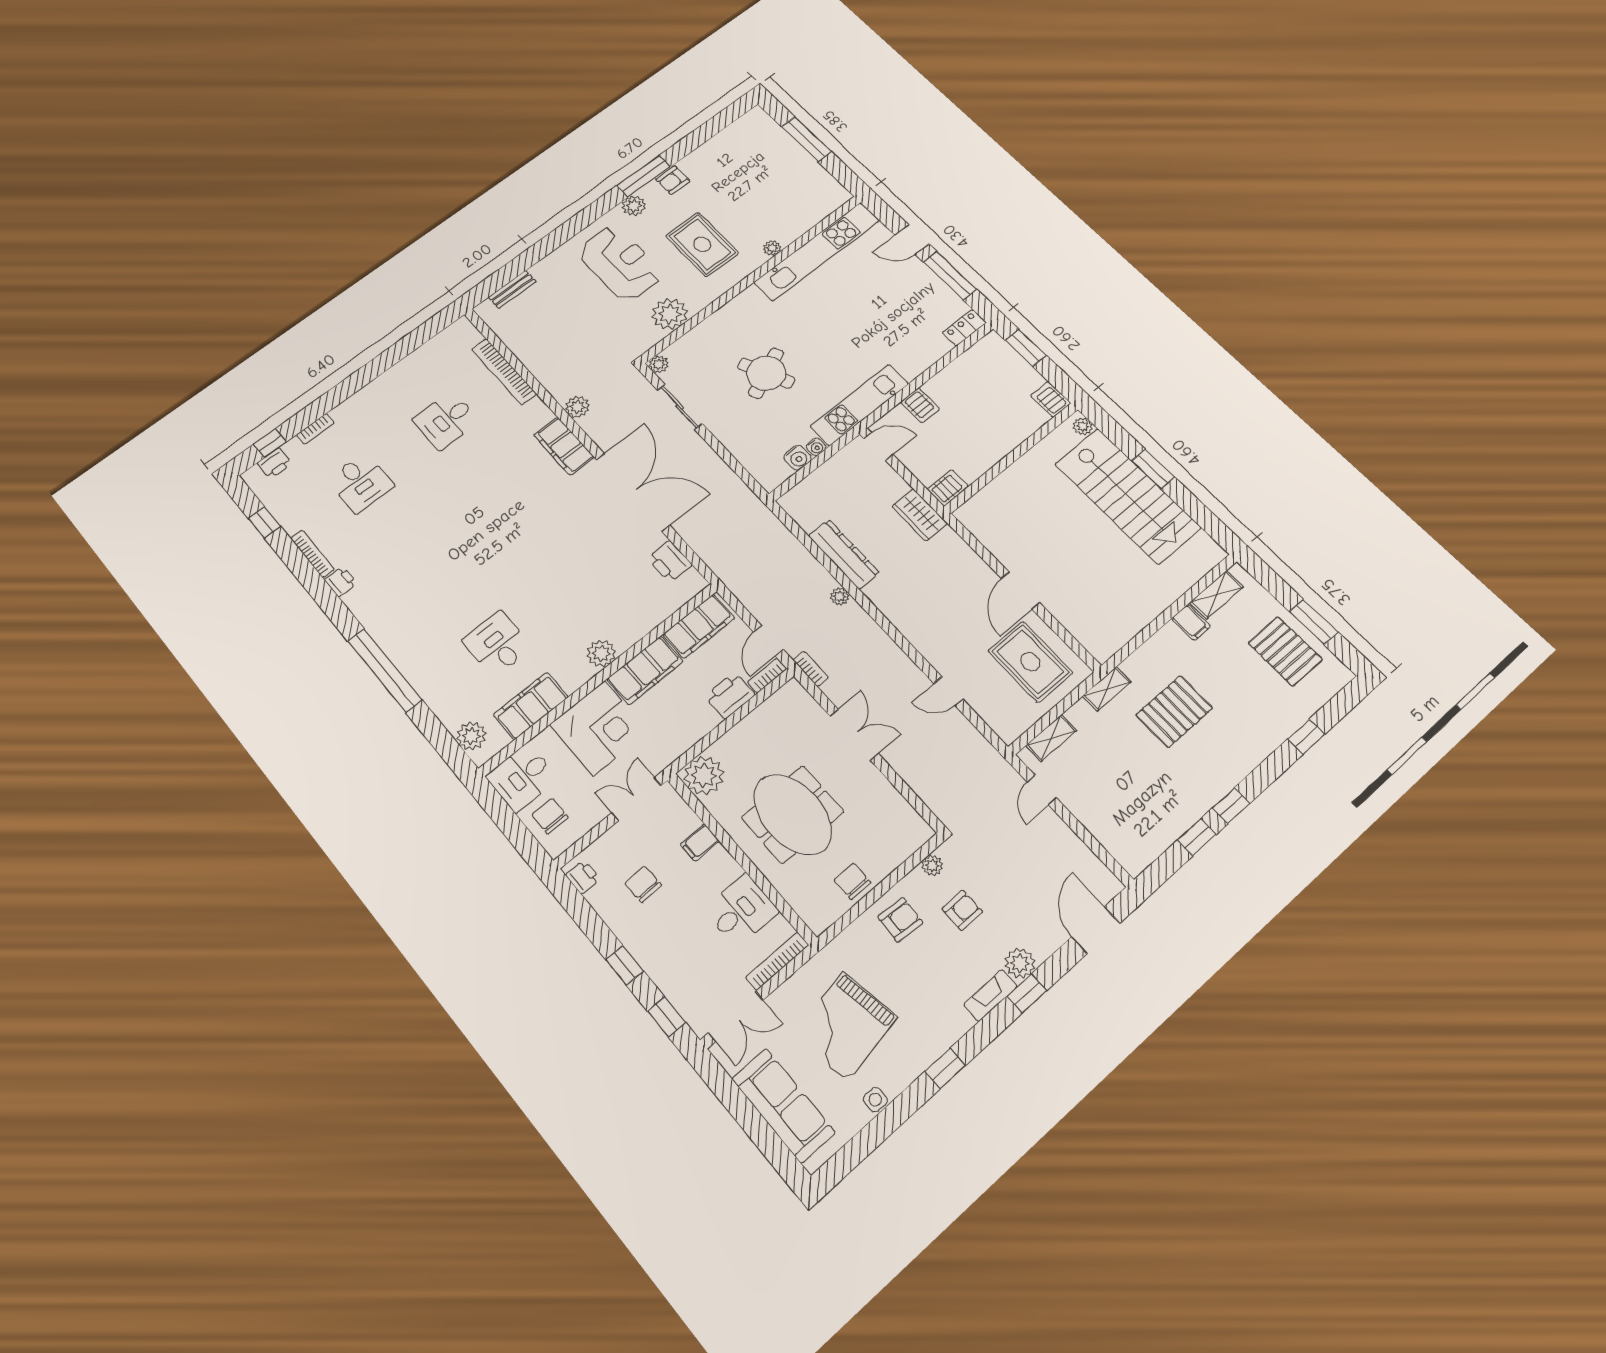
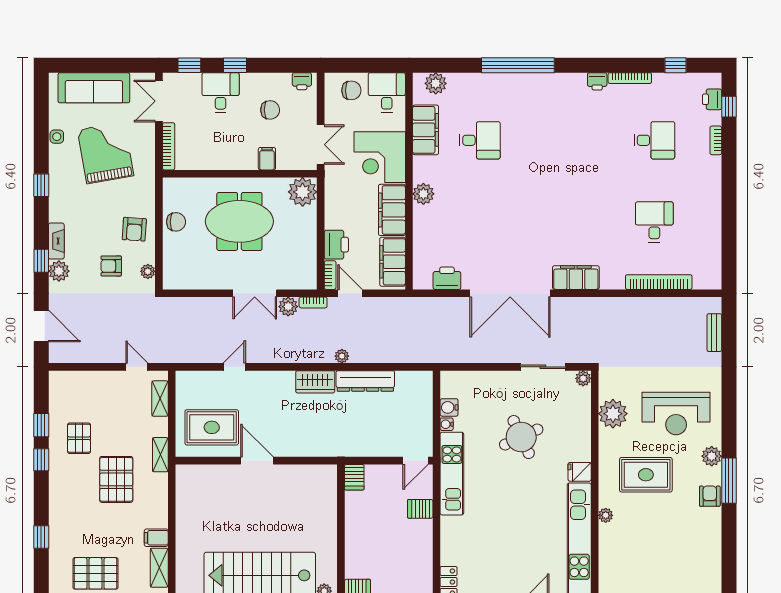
fridge: (752, 299) -> (580, 472), added
plant: (577, 407) -> (288, 307), moved
desk: (361, 483) -> (654, 140), turned 180
wardrobe: (920, 515) -> (315, 382), moved, turned 180
pallet: (1171, 786) -> (79, 438), added
desk: (741, 910) -> (221, 93), moved, turned 180
armchair: (962, 910) -> (111, 266), turned 90

